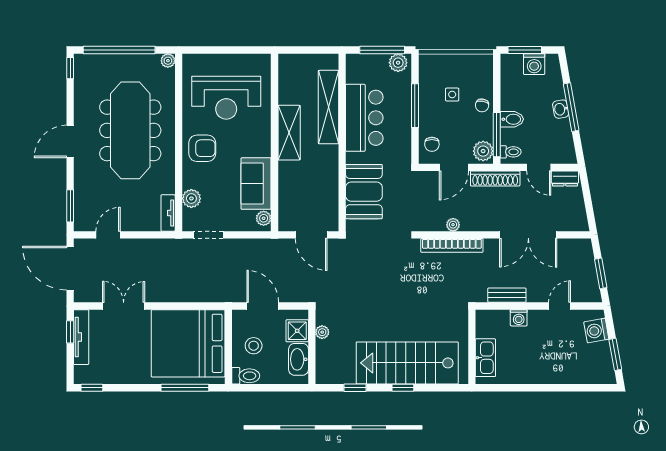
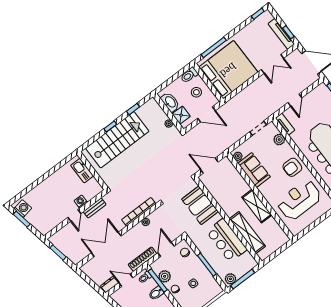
plant: (483, 151) -> (165, 276), moved
door: (108, 235) -> (295, 100), moved
door: (560, 306) -> (74, 215), moved
washing machine: (596, 331) -> (23, 208), moved

